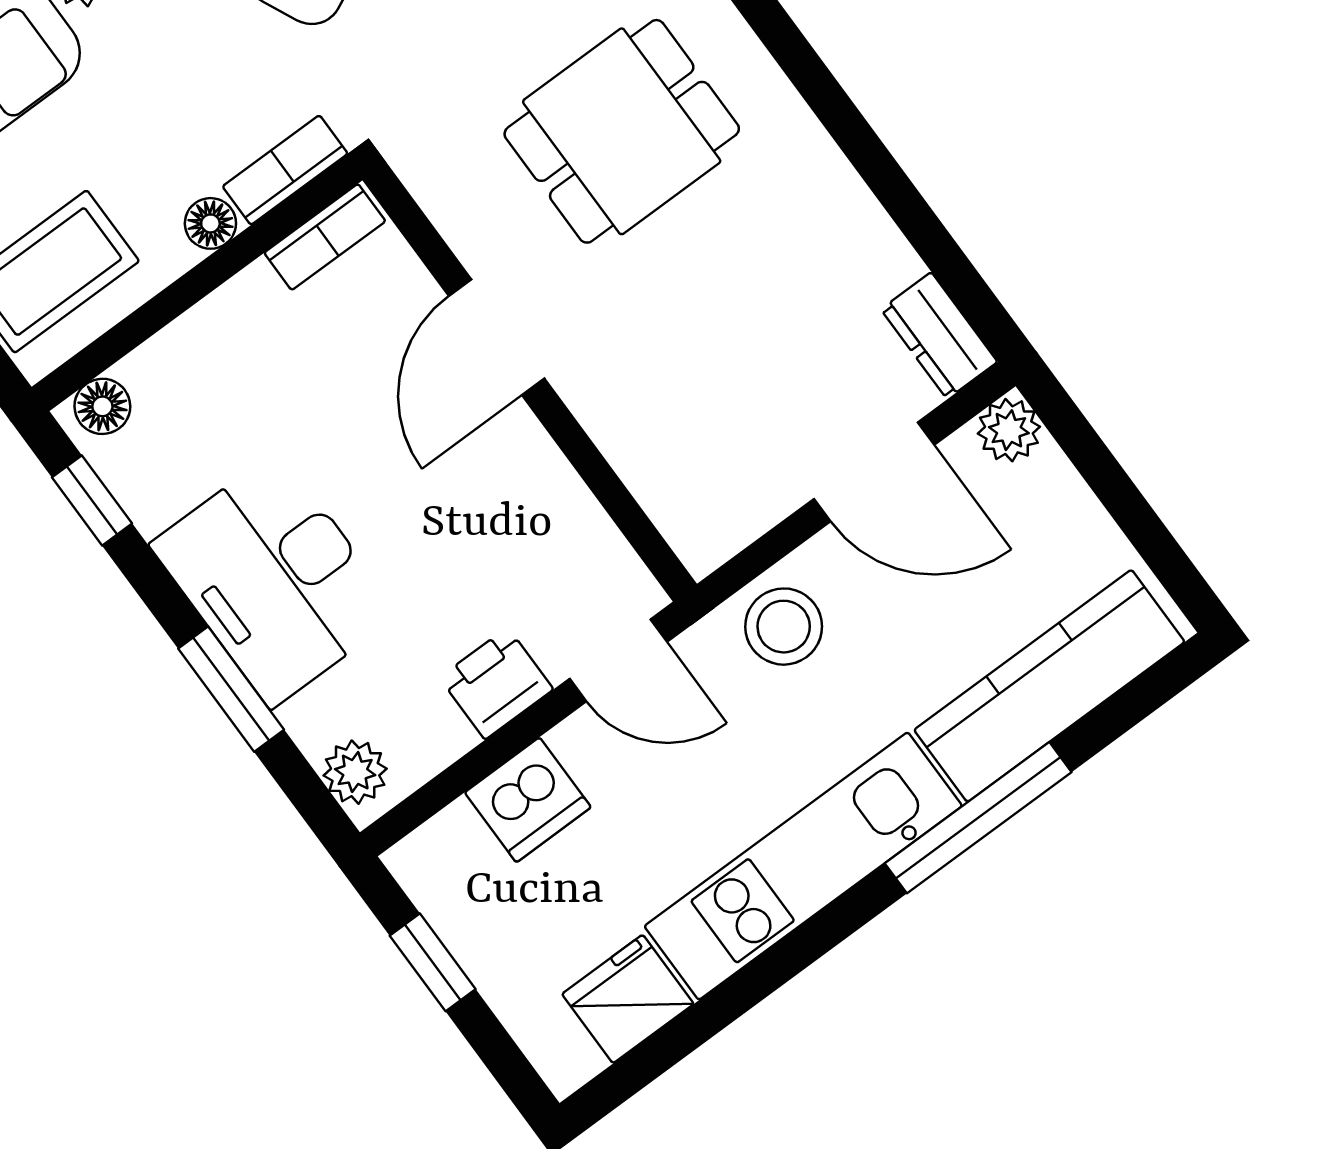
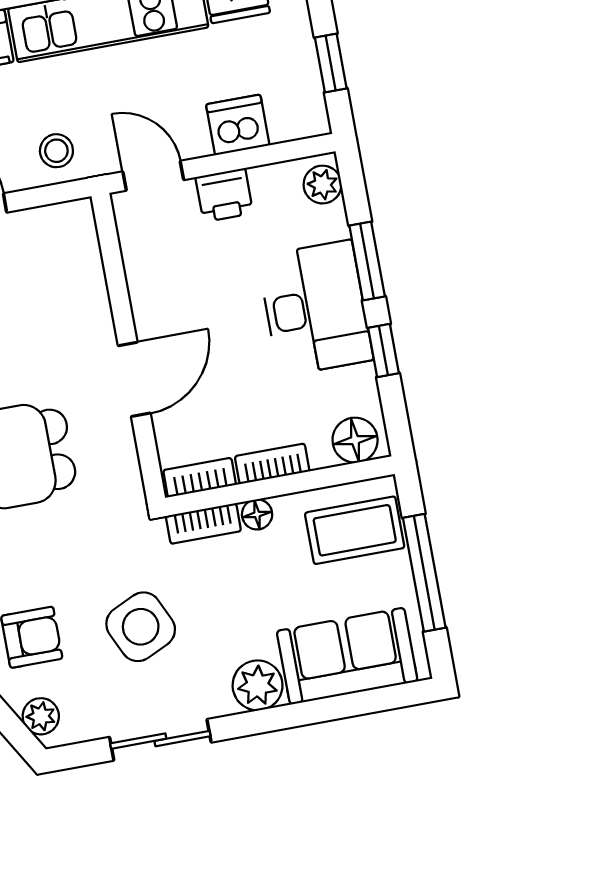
bookcase: (225, 311) -> (272, 464), added
floor lamp: (102, 406) -> (355, 440), width x1.37, depth x1.37
window: (92, 500) -> (383, 351), moved
stool: (784, 627) -> (56, 151), width x0.73, depth x0.73

